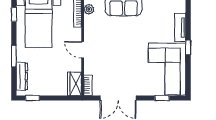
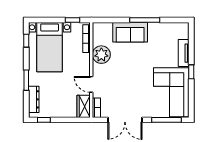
plant: (89, 9) -> (101, 55), moved, width x1.87, depth x1.87
door: (83, 50) -> (91, 84), moved
window: (162, 98) -> (166, 120), width x2.17

